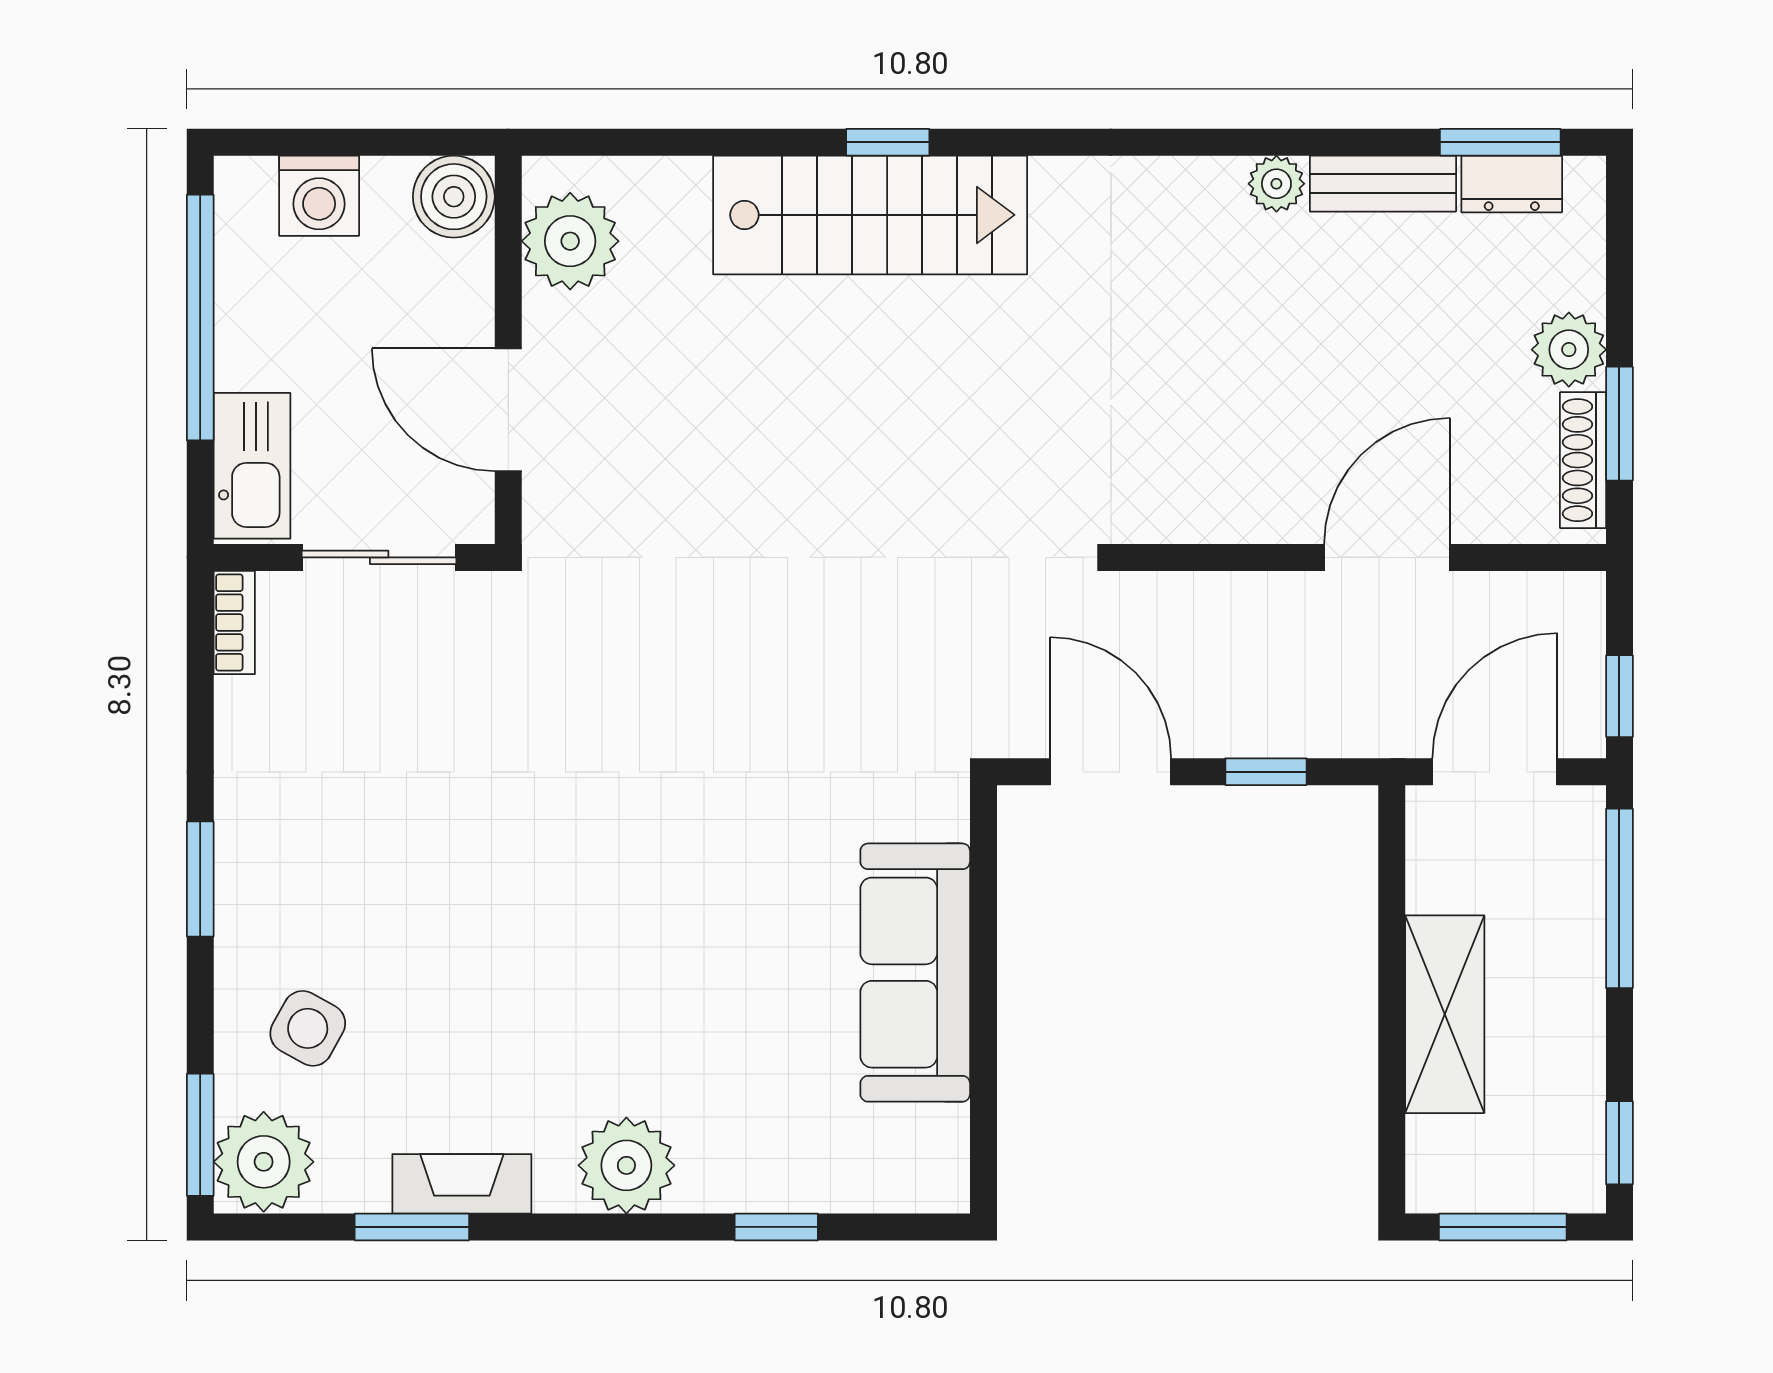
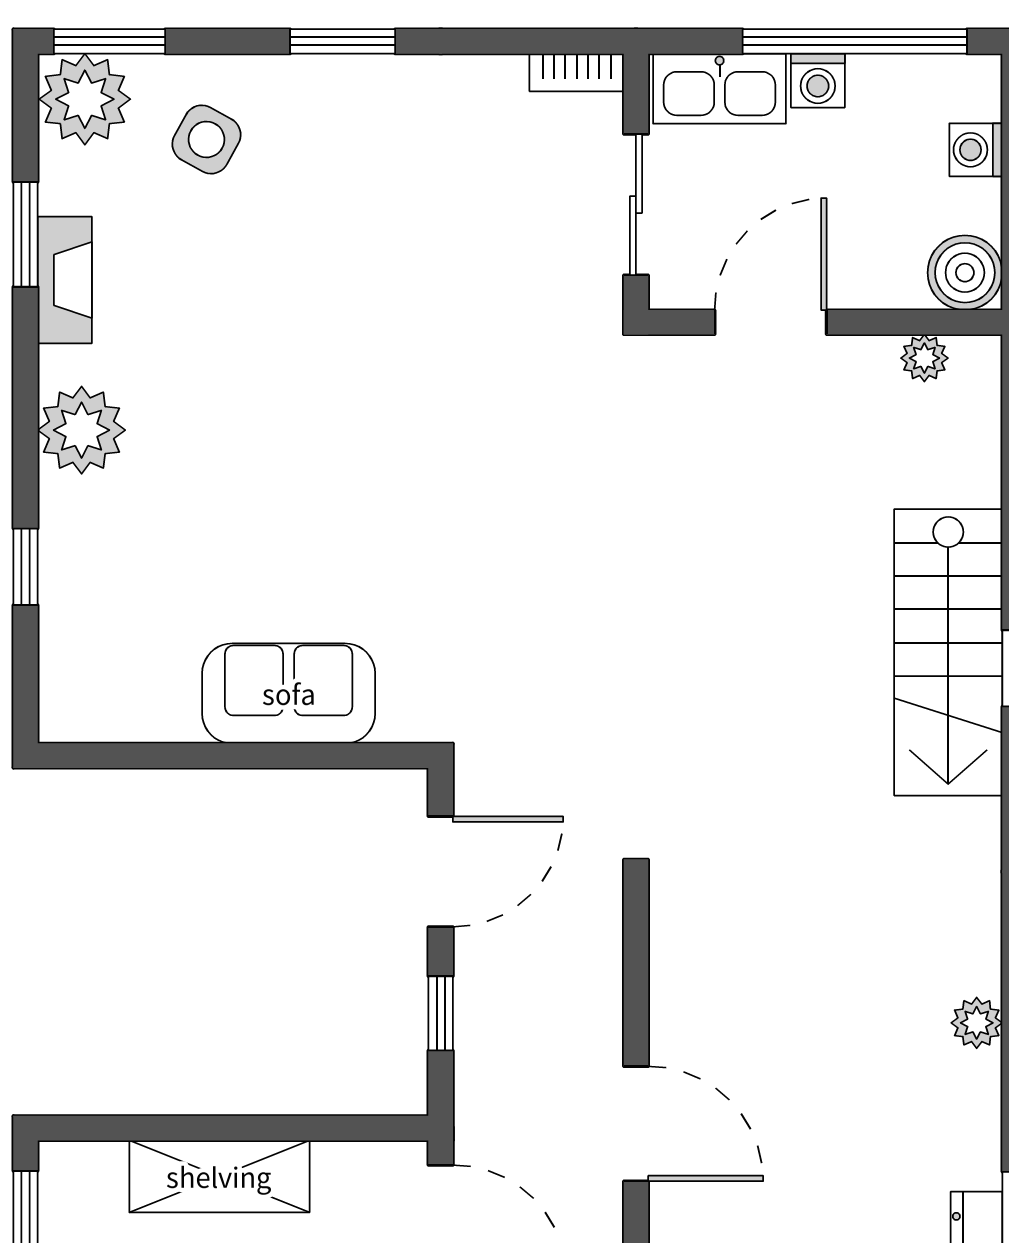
bench: (1383, 184) -> (977, 1120), removed
washing machine: (319, 196) -> (976, 150), width x0.73, depth x0.73
plant: (570, 241) -> (924, 358), width x0.53, depth x0.53
washing machine: (243, 358) -> (818, 81), added
sofa: (915, 973) -> (289, 693), width x0.73

